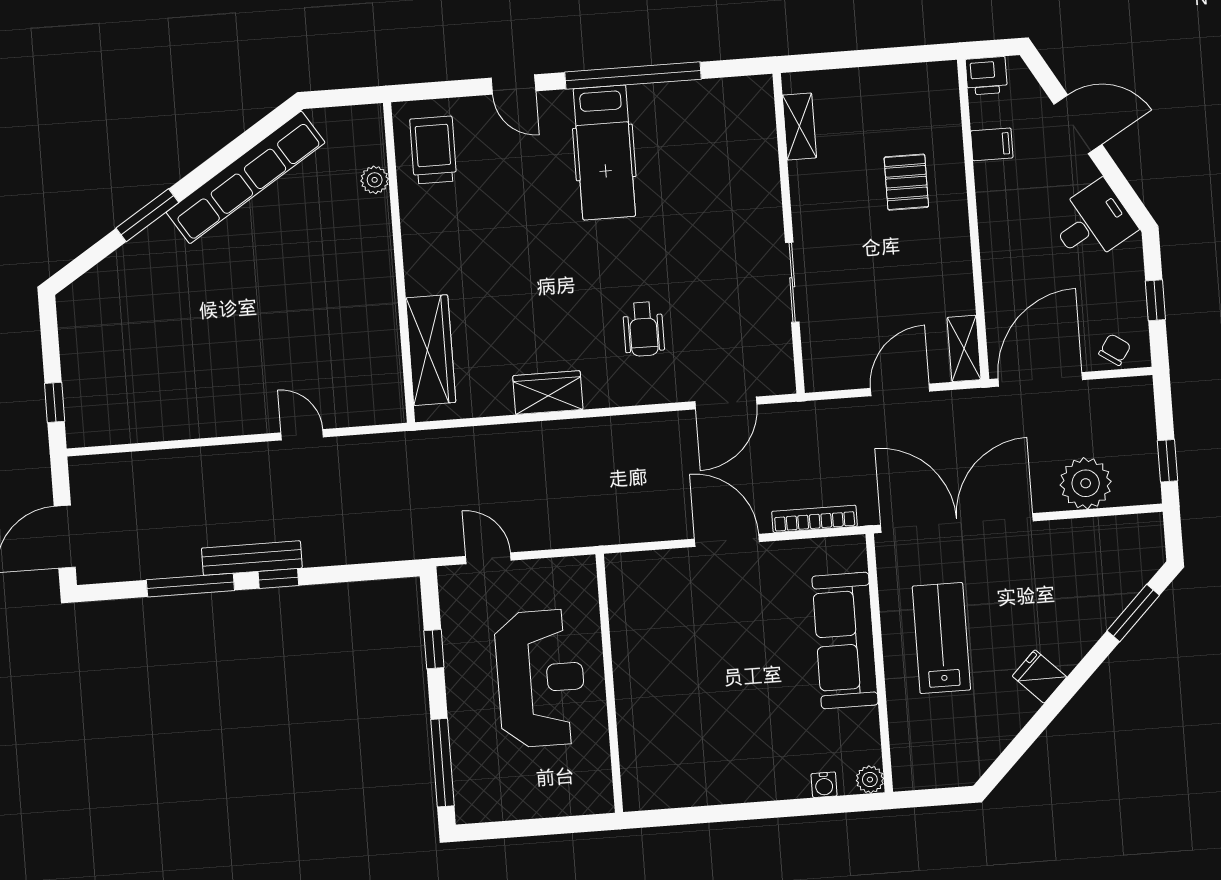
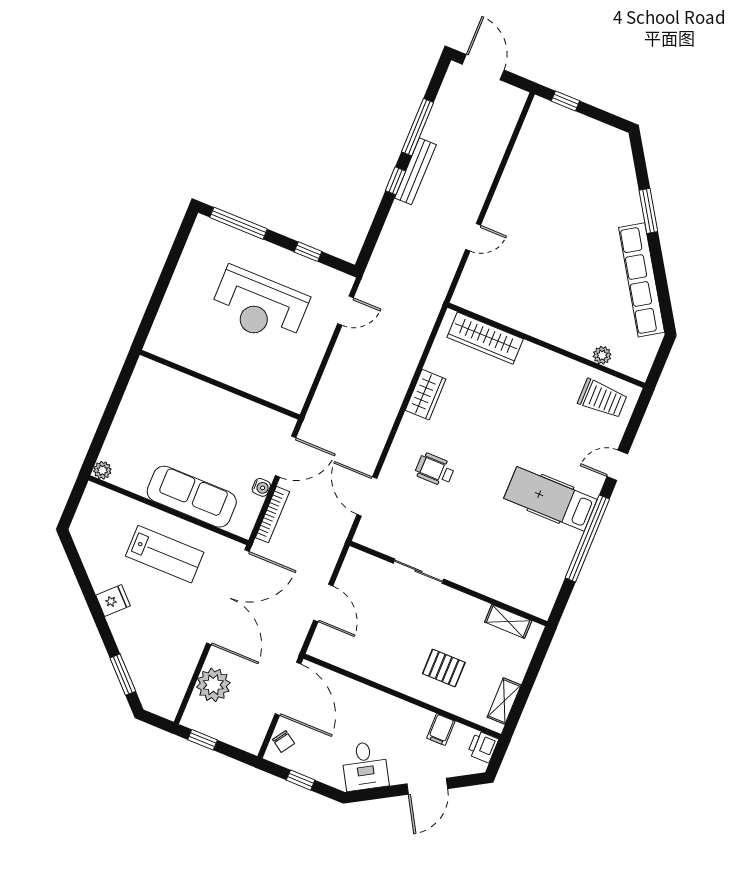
shelving: (964, 348) -> (504, 701), moved, turned 90
wall: (609, 683) -> (220, 385), moved
water cooler: (824, 785) -> (261, 487), moved, turned 180

